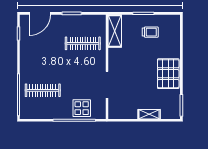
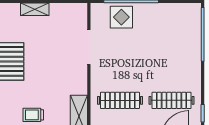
clothes rail: (43, 90) -> (172, 100), moved

